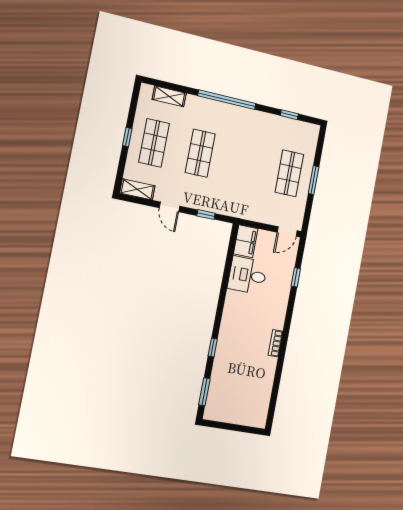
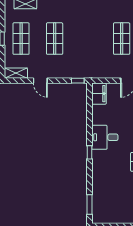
window: (206, 215) -> (78, 81), moved
desk: (247, 275) -> (105, 137), moved
window: (213, 347) -> (90, 152), moved

